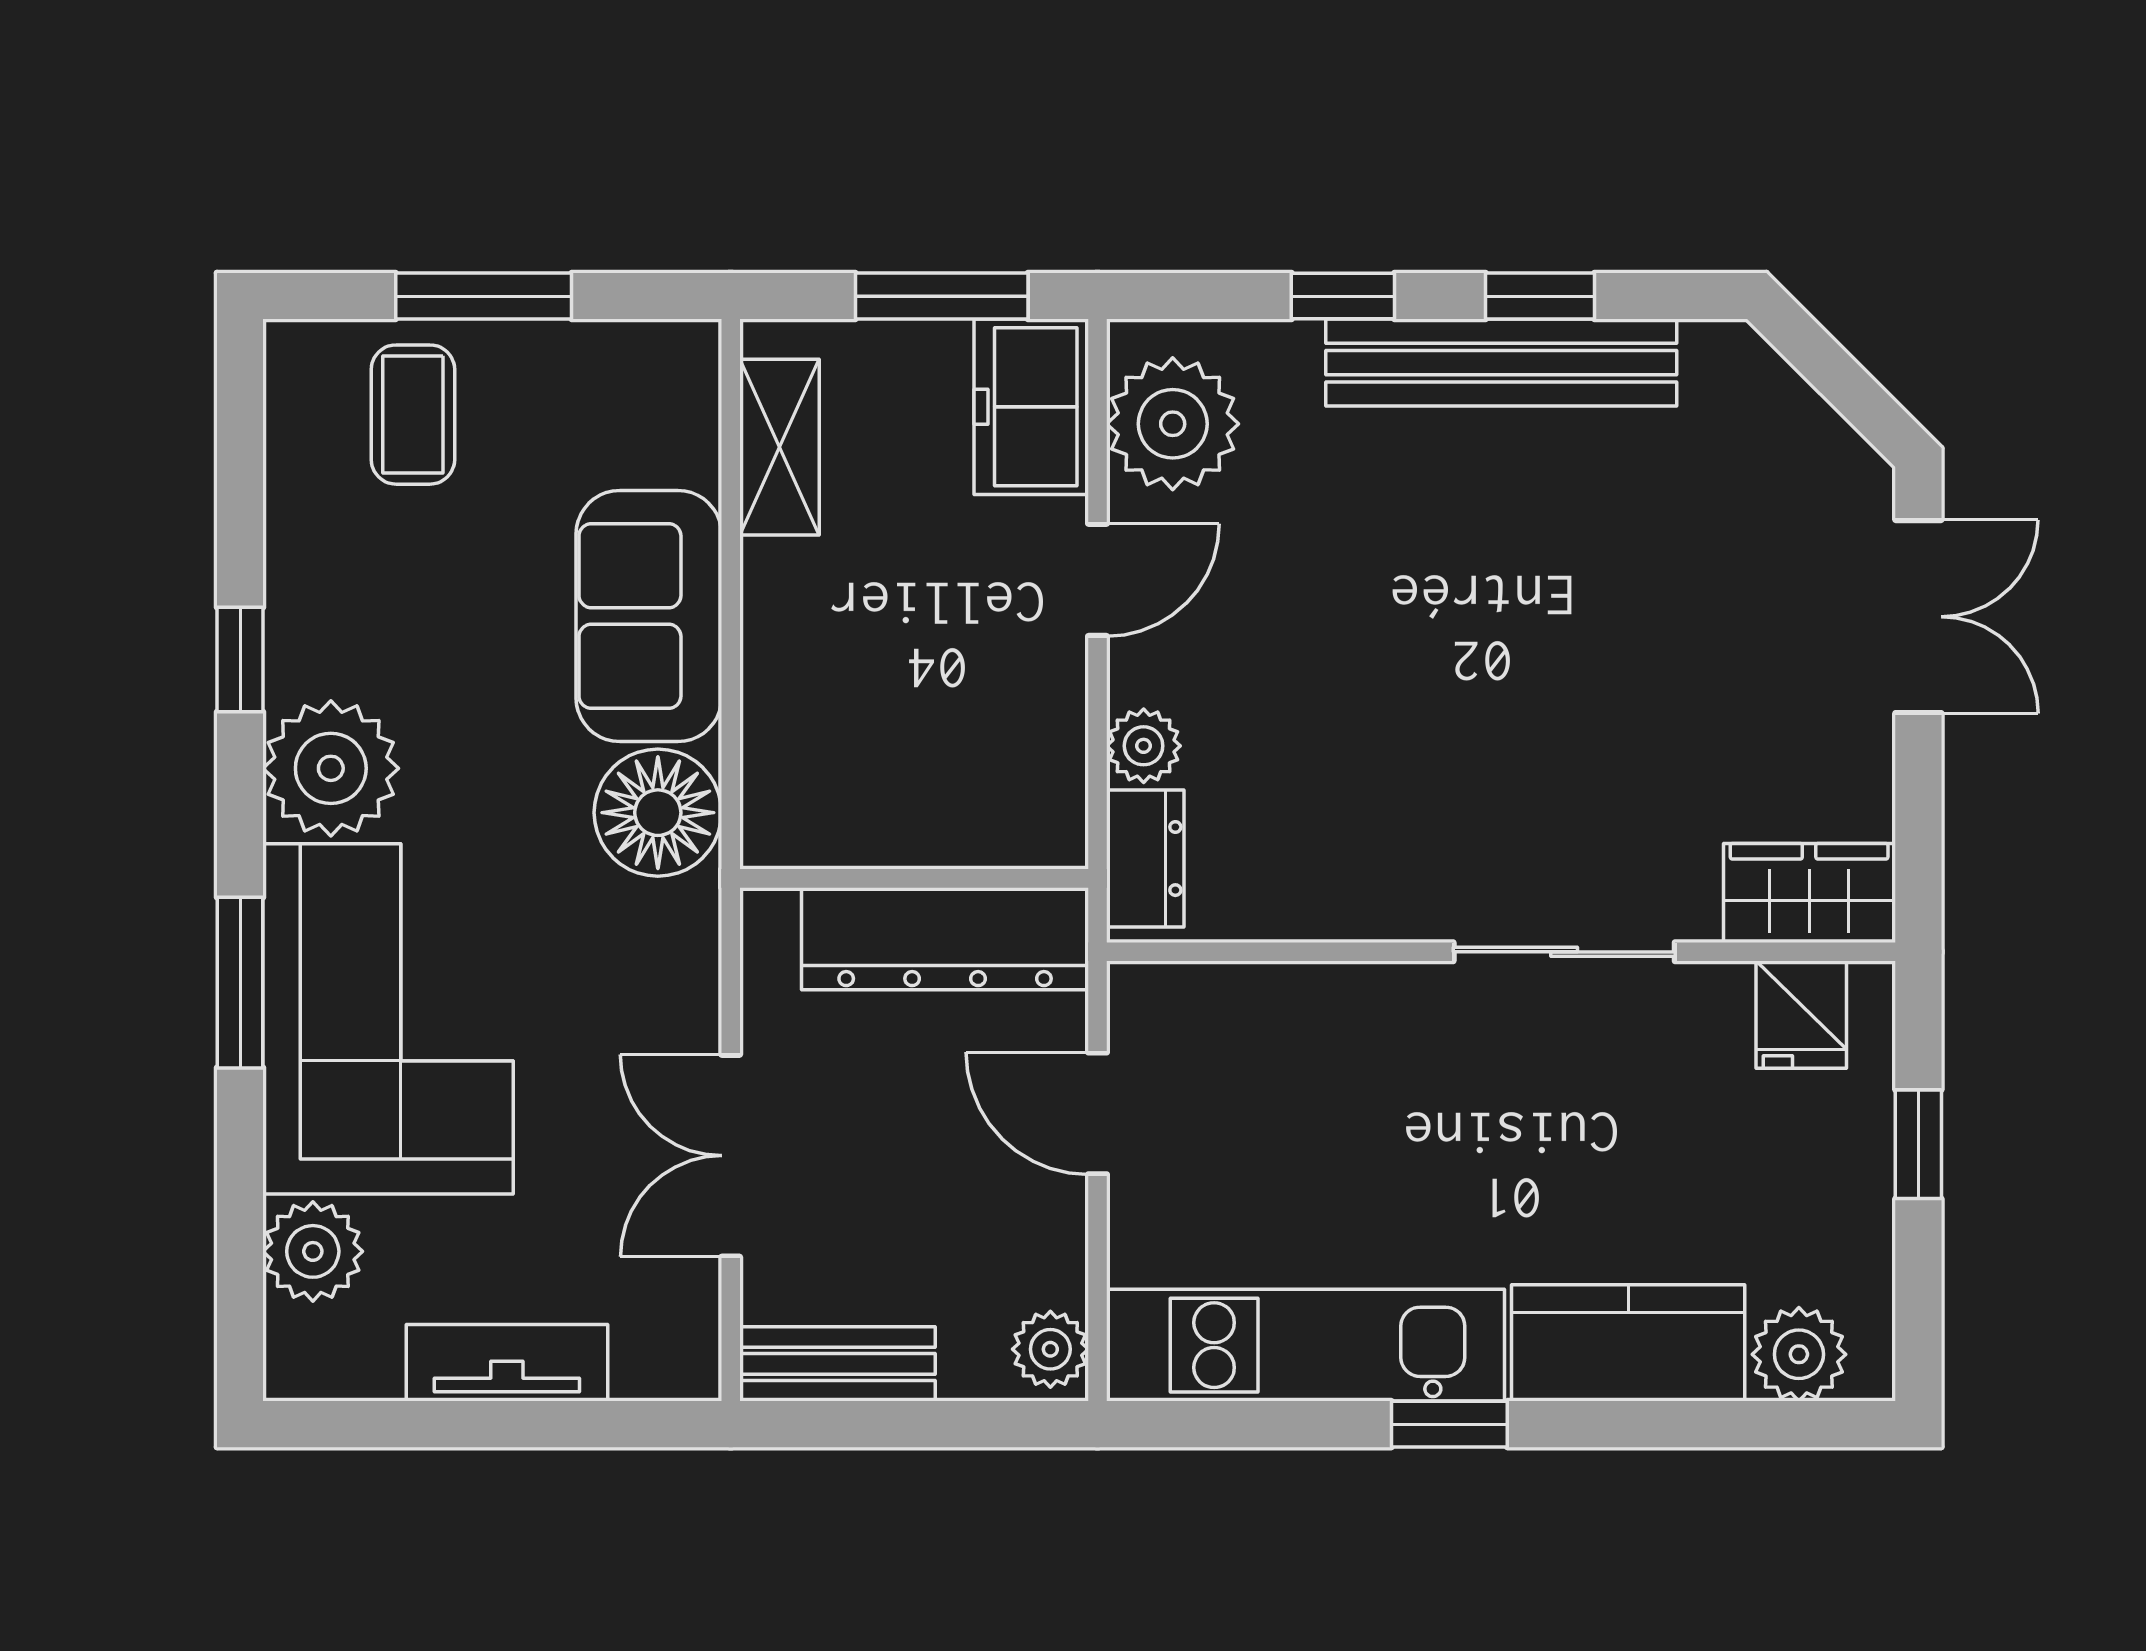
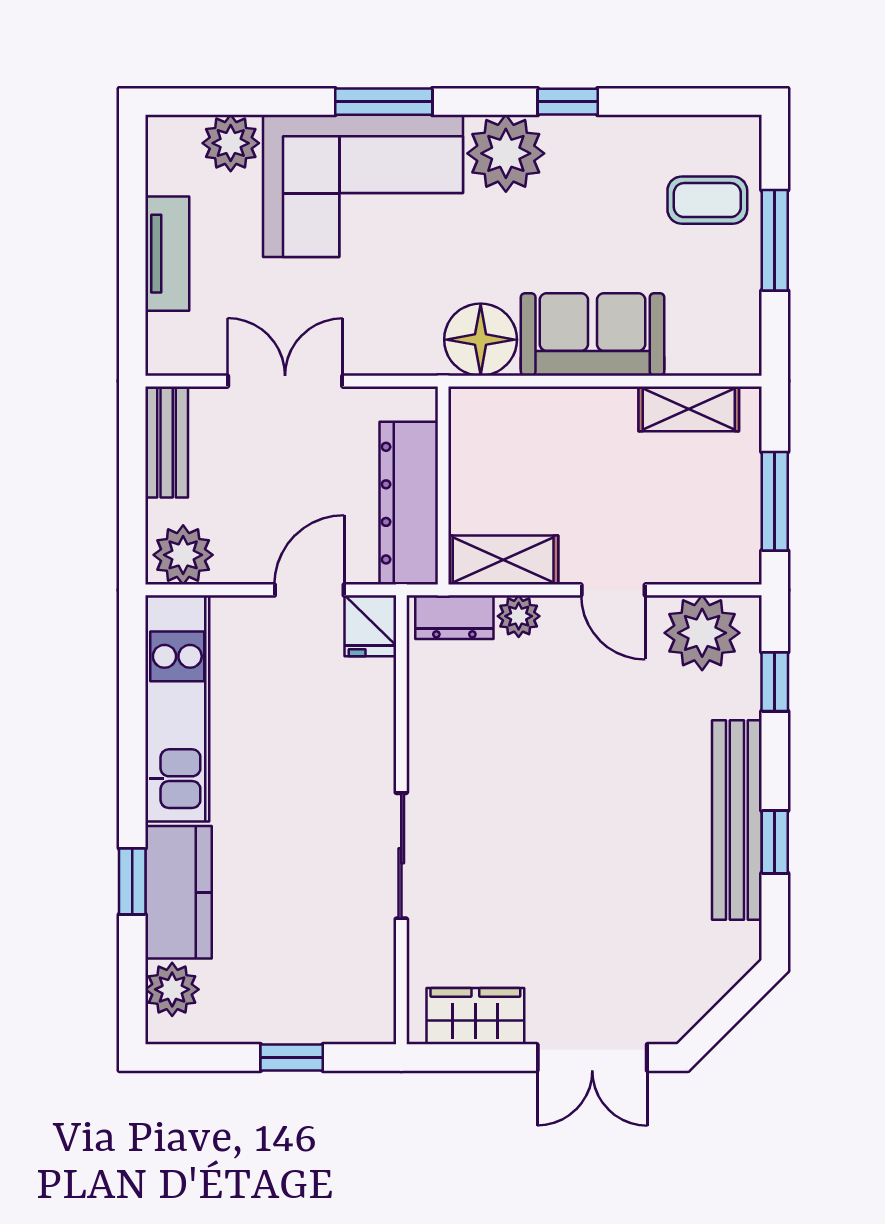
window: (1343, 296) -> (775, 682), moved
freezer: (1031, 407) -> (712, 552), removed
shelving: (1045, 773) -> (503, 560), added
wardrobe: (1809, 893) -> (475, 1016), moved, turned -90
fridge: (1801, 1015) -> (370, 626), moved, turned -90
plant: (1050, 1349) -> (183, 555), width x1.38, depth x1.38
window: (1449, 1424) -> (132, 881), moved

